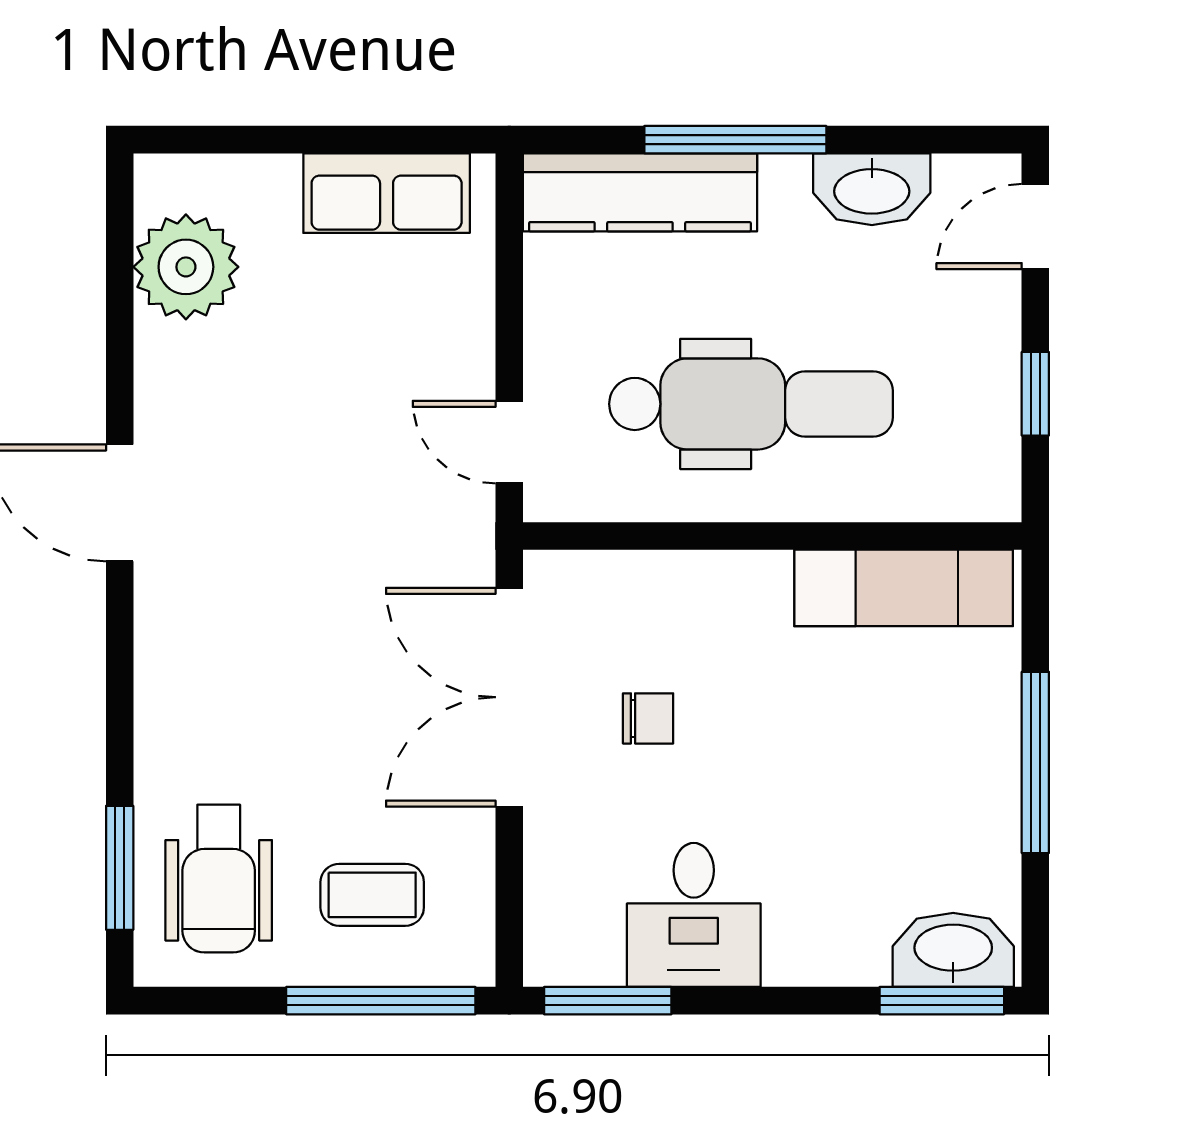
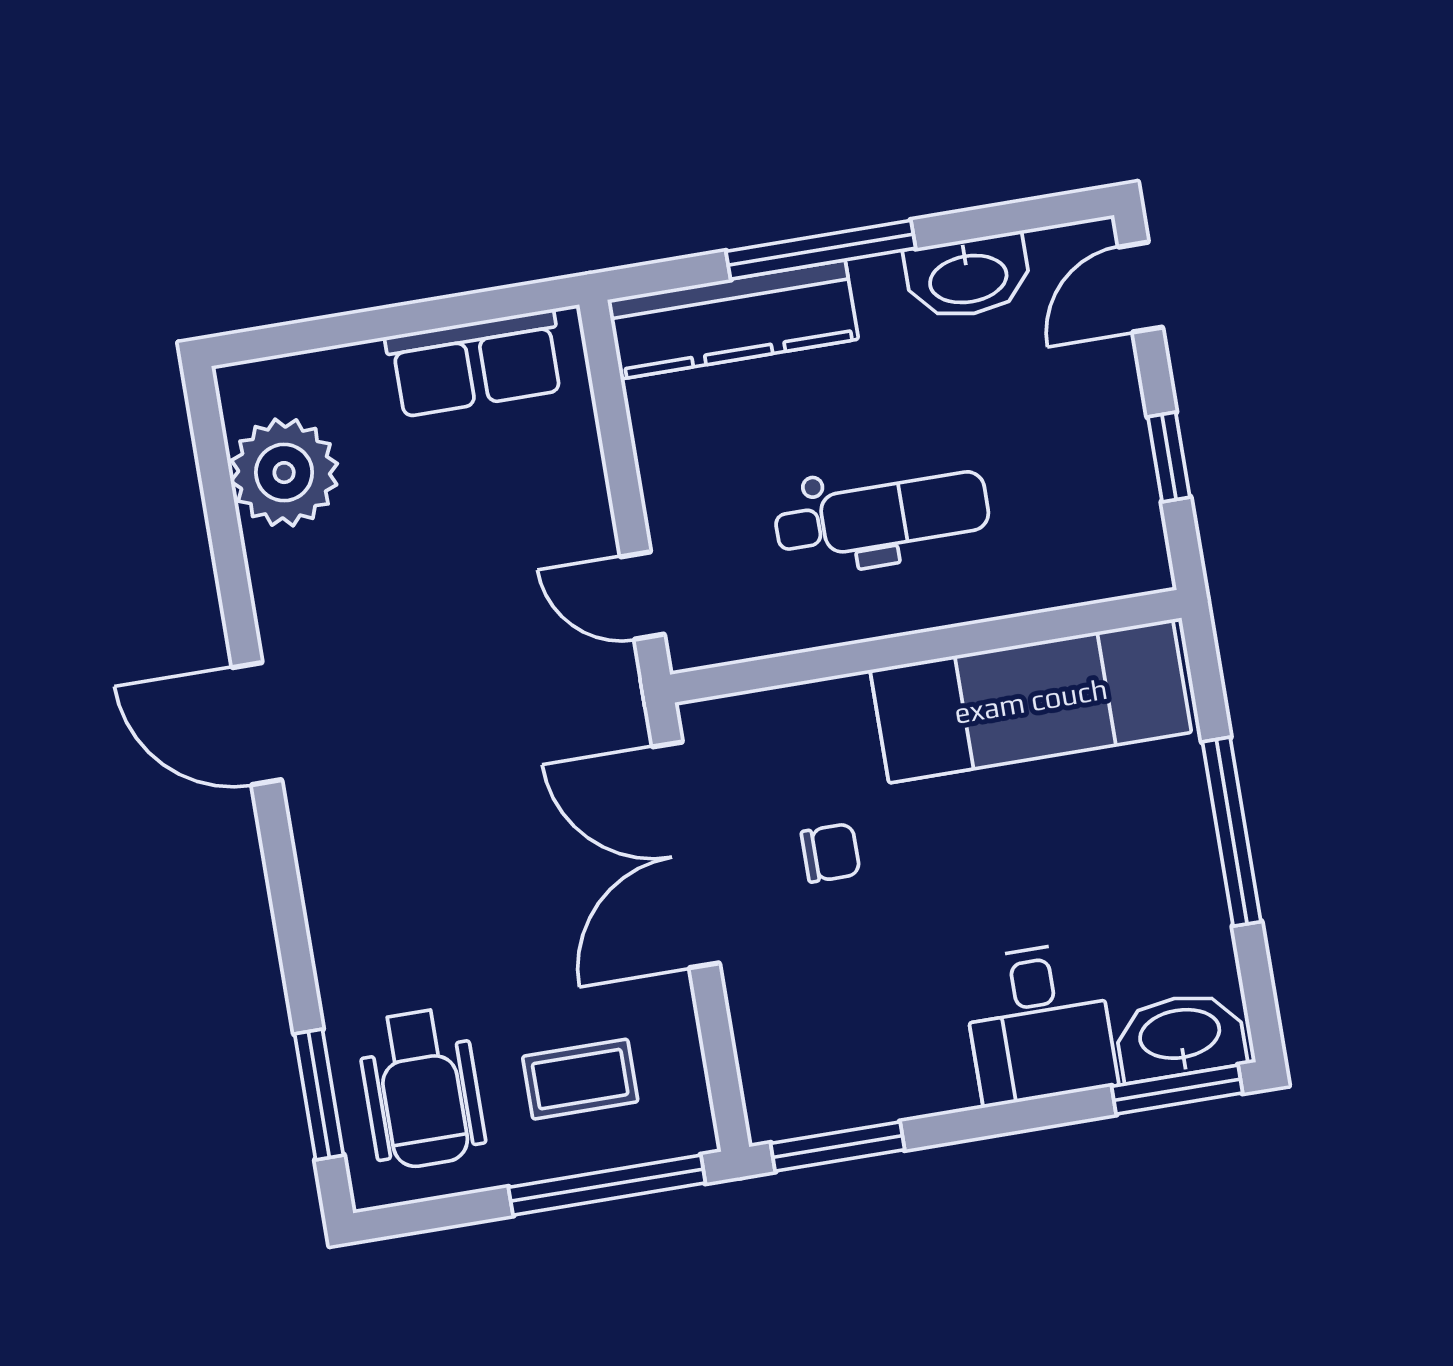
dental chair: (751, 404) -> (882, 516), width x0.73, depth x0.72
exam couch: (904, 588) -> (1031, 701), width x1.36, depth x1.45
desk: (694, 915) -> (1039, 1023), moved

